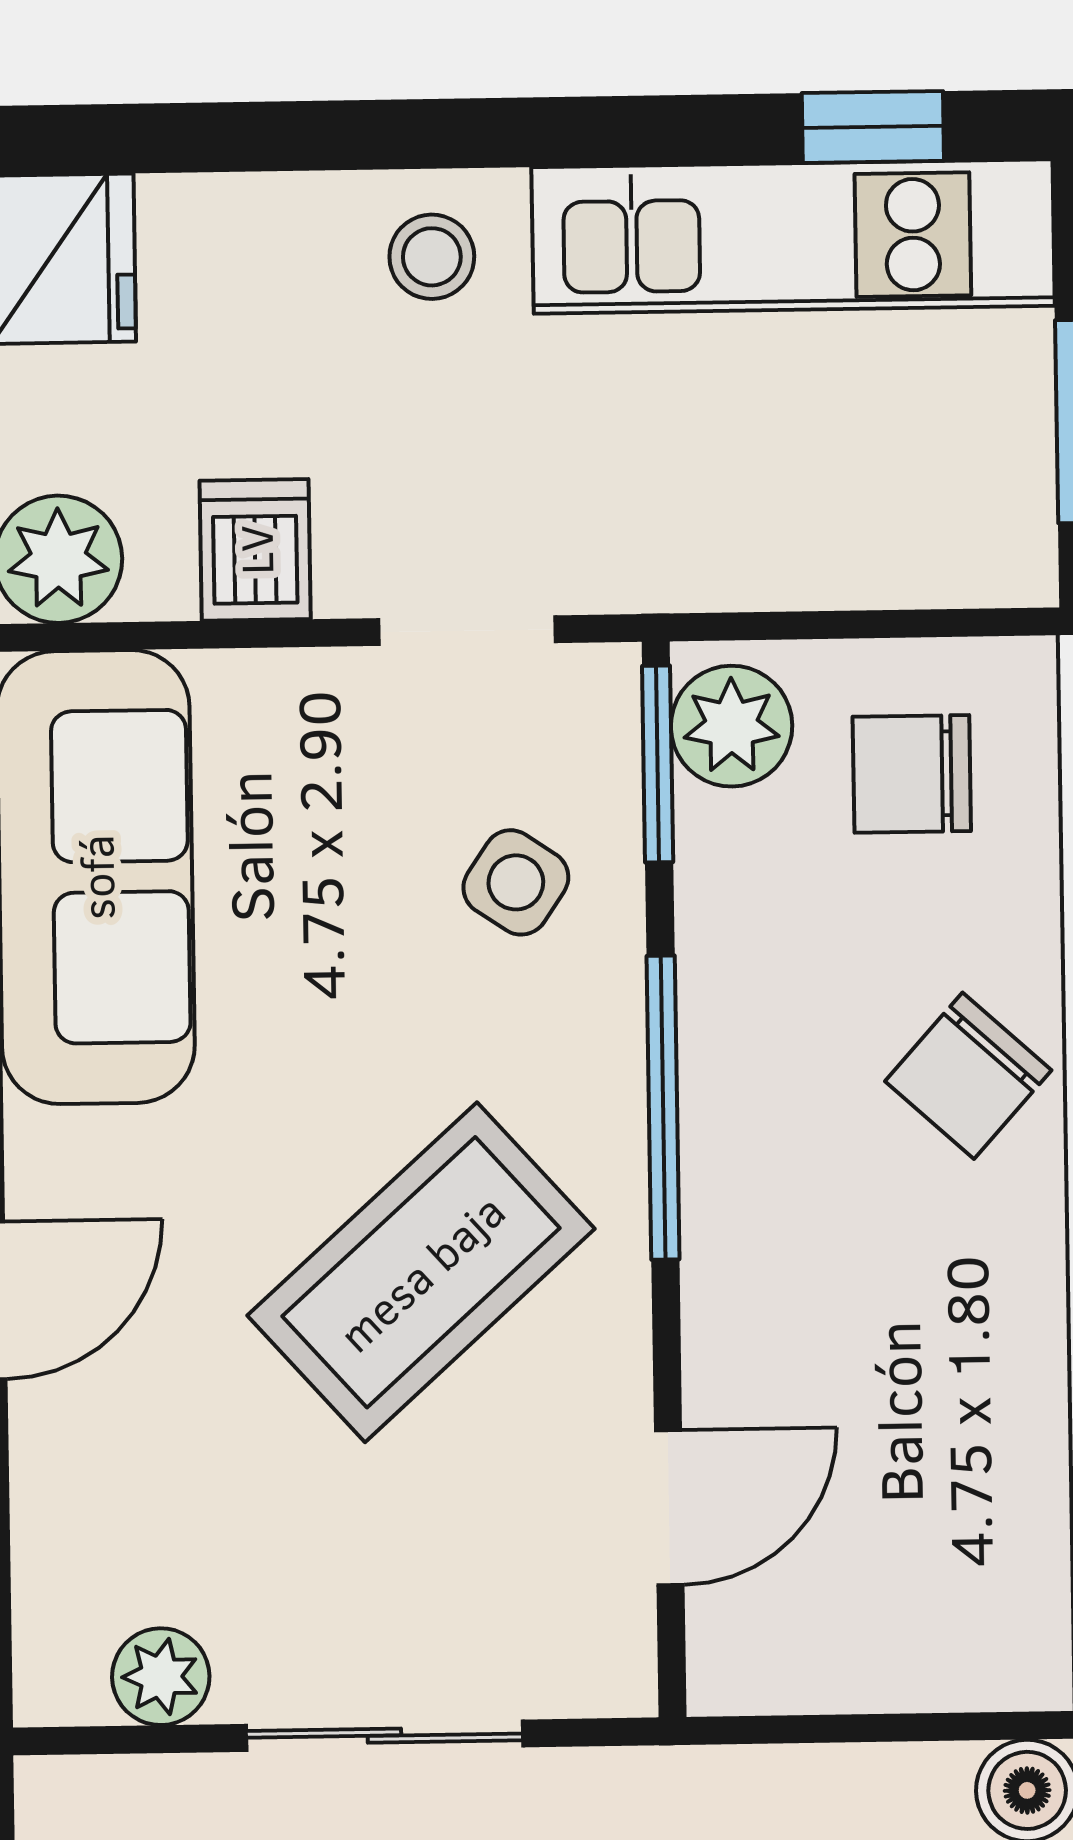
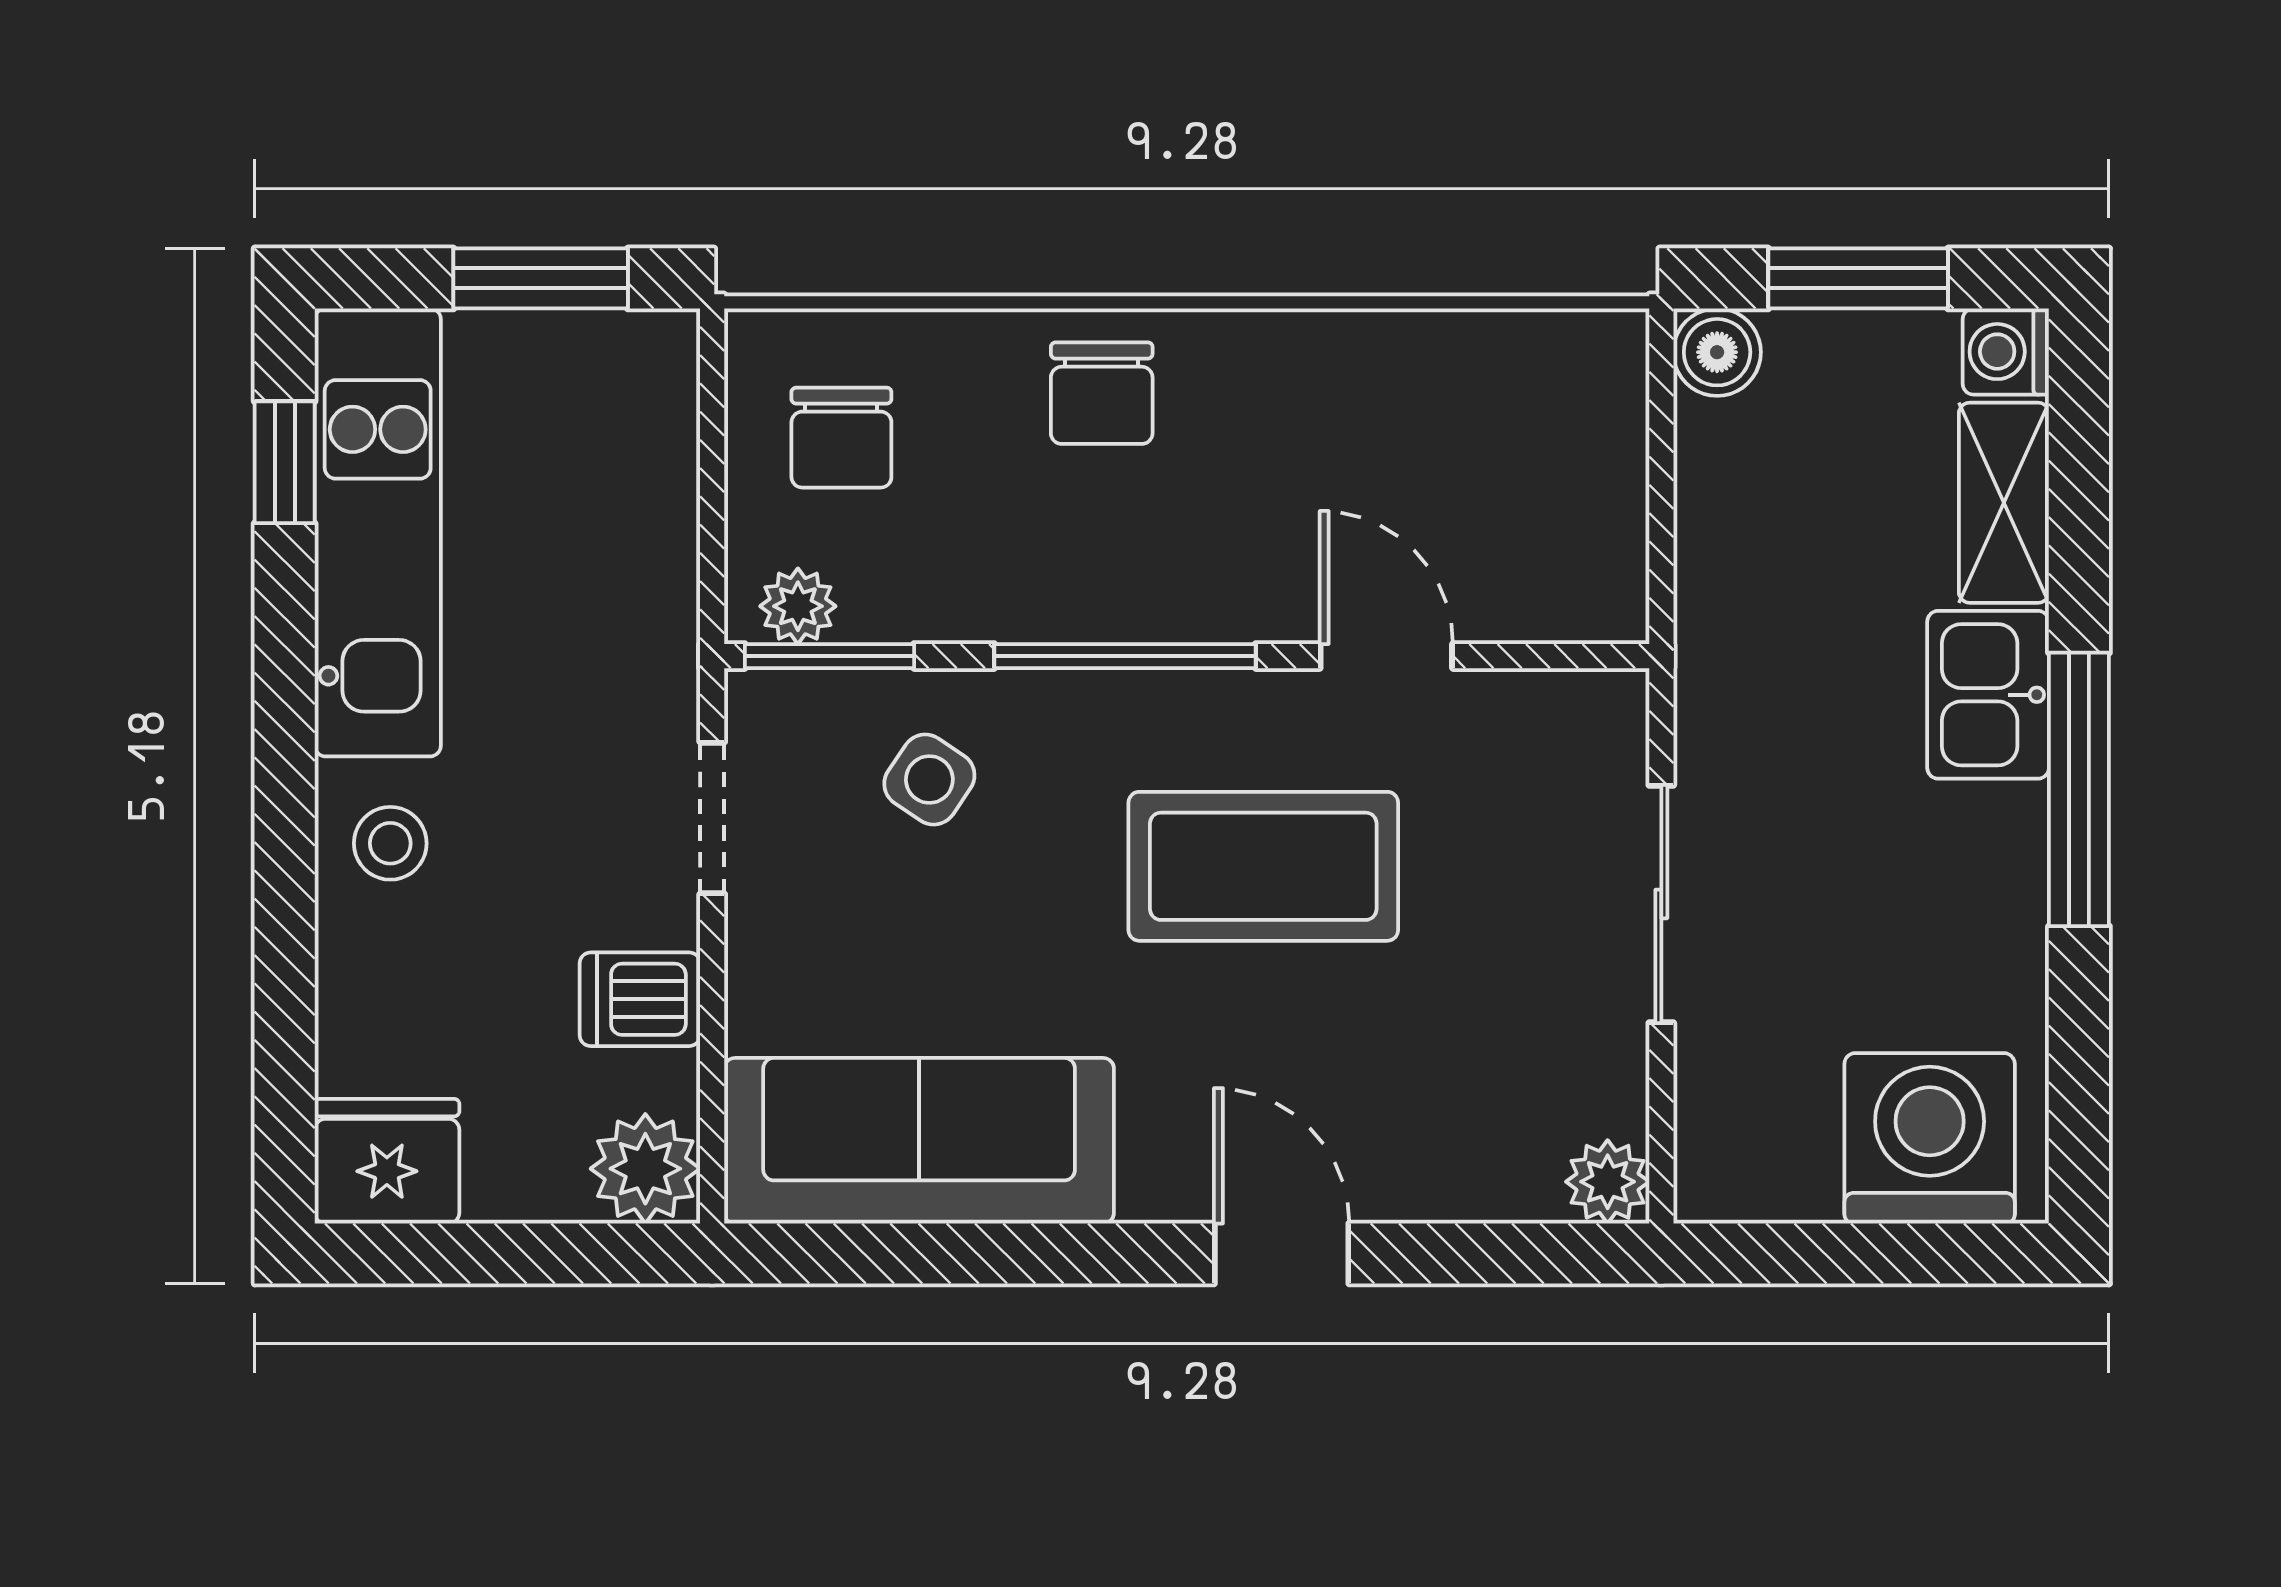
plant: (732, 726) -> (798, 606), width x0.73, depth x0.73
chair: (968, 1076) -> (1102, 393), turned 48
coffee table: (421, 1272) -> (1263, 866), turned -48
door: (669, 1507) -> (1386, 656), moved
plant: (161, 1677) -> (1608, 1182), moved

